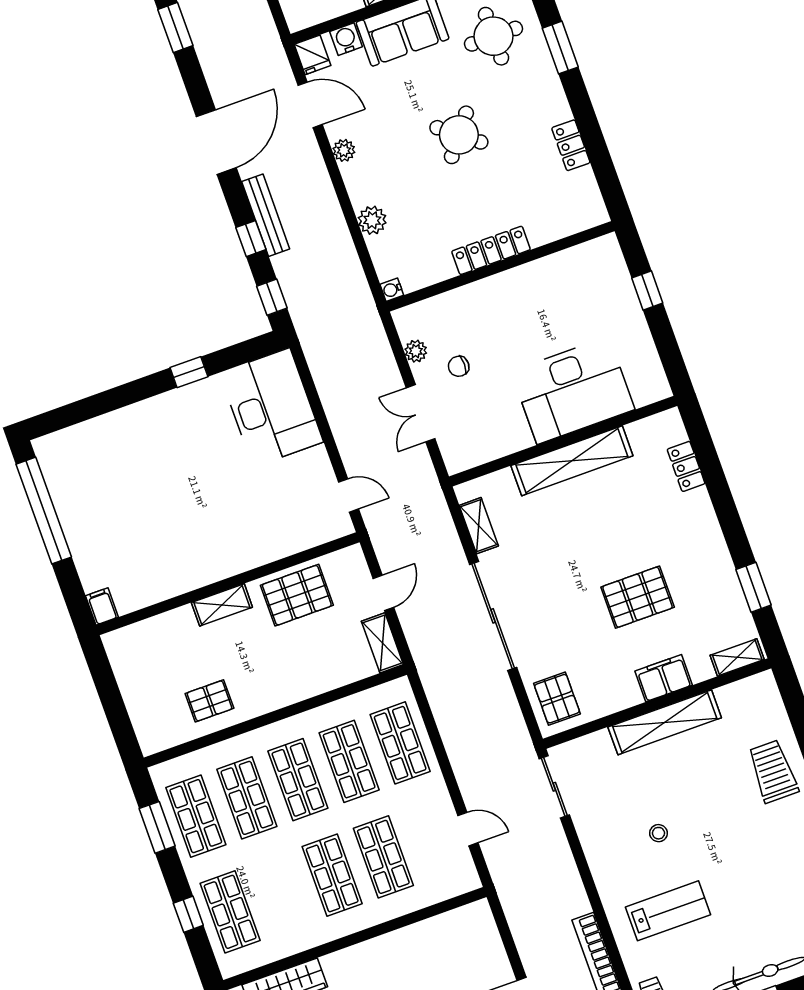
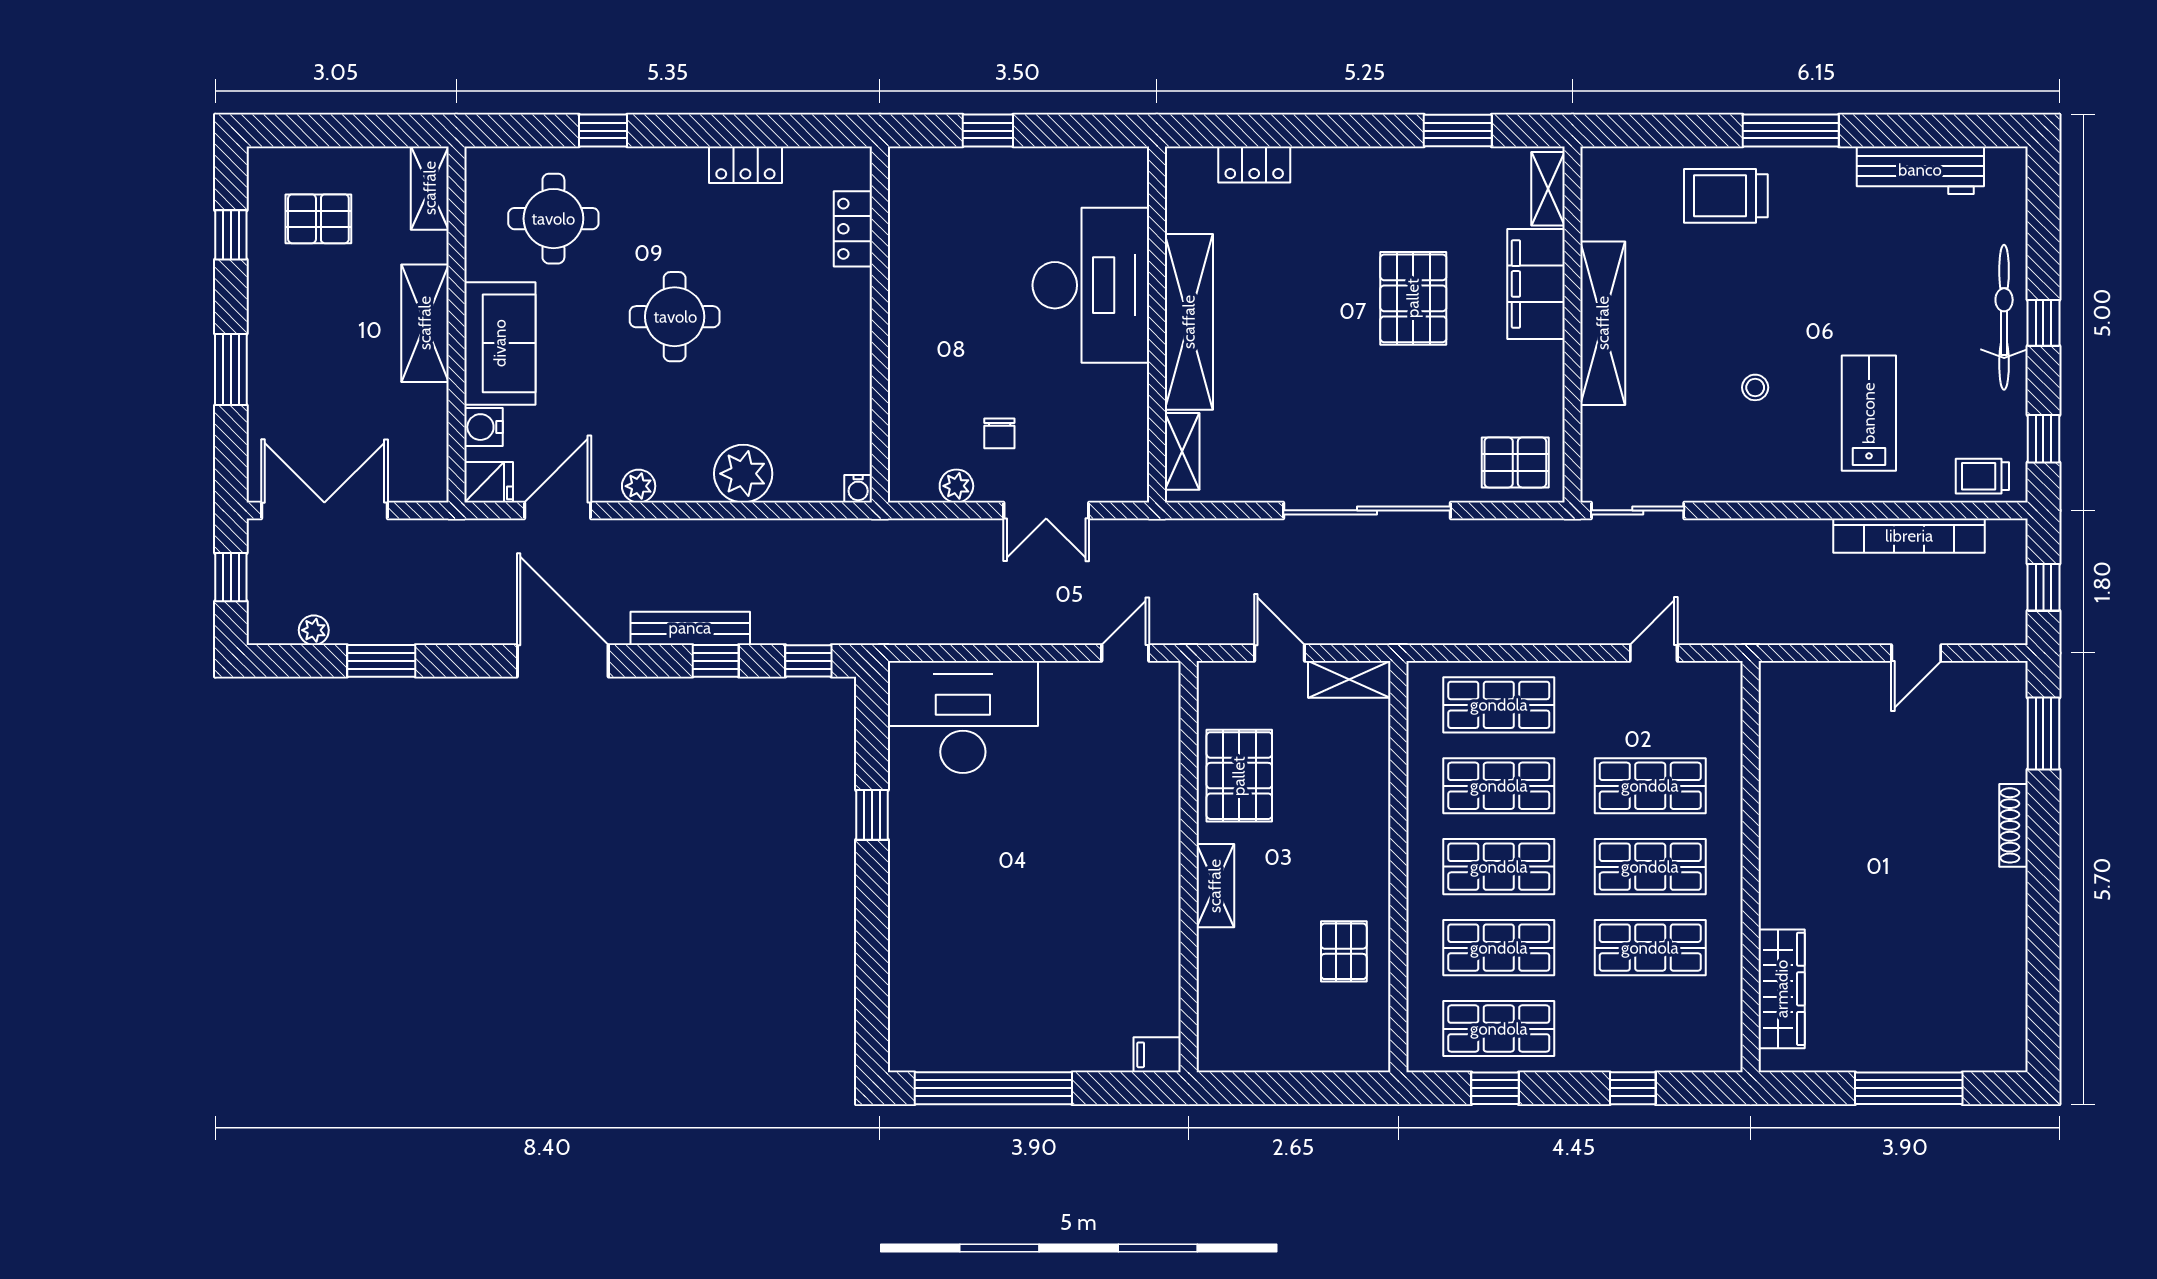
window: (560, 48) -> (603, 131), width x0.67
round table: (459, 135) -> (675, 317), turned -38
plant: (372, 220) -> (743, 474), width x1.36, depth x1.36
locker: (491, 250) -> (853, 229), moved, width x0.66
shelving: (479, 526) -> (1182, 451), moved, turned 90
filing cabinet: (664, 678) -> (1536, 284), width x1.50, depth x1.17
window: (157, 827) -> (1495, 1088), width x0.67
shop shelf: (230, 912) -> (1650, 948), moved

